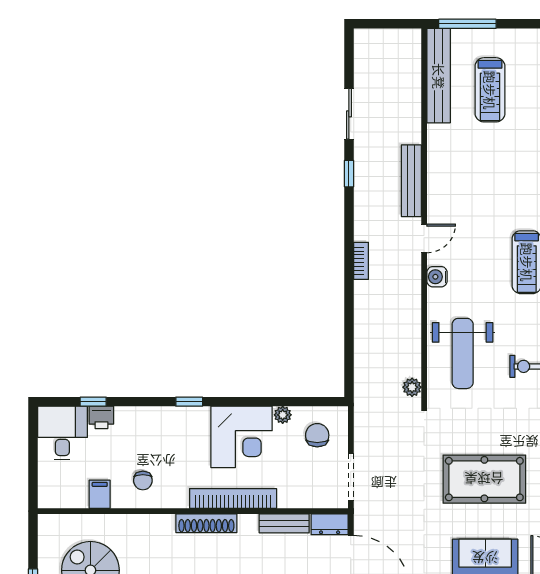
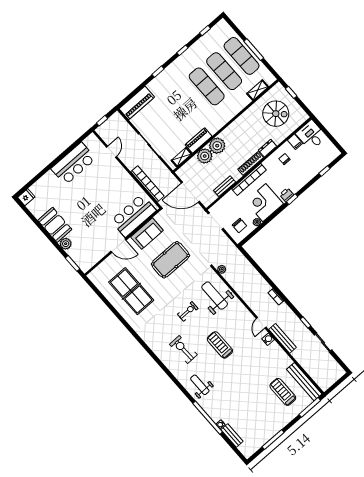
water cooler: (437, 277) -> (268, 339), moved
printer: (101, 417) -> (287, 195), moved
desk: (62, 433) -> (311, 135), moved, turned 180
dresser: (330, 524) -> (267, 148), moved

